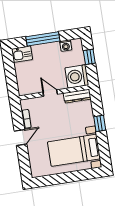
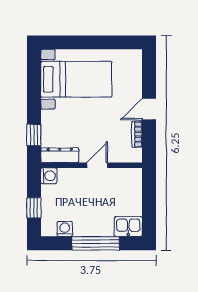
washing machine: (77, 76) -> (49, 176), width x0.53, depth x0.53
door: (50, 93) -> (97, 165), swing flipped
window: (100, 123) -> (34, 135), moved

